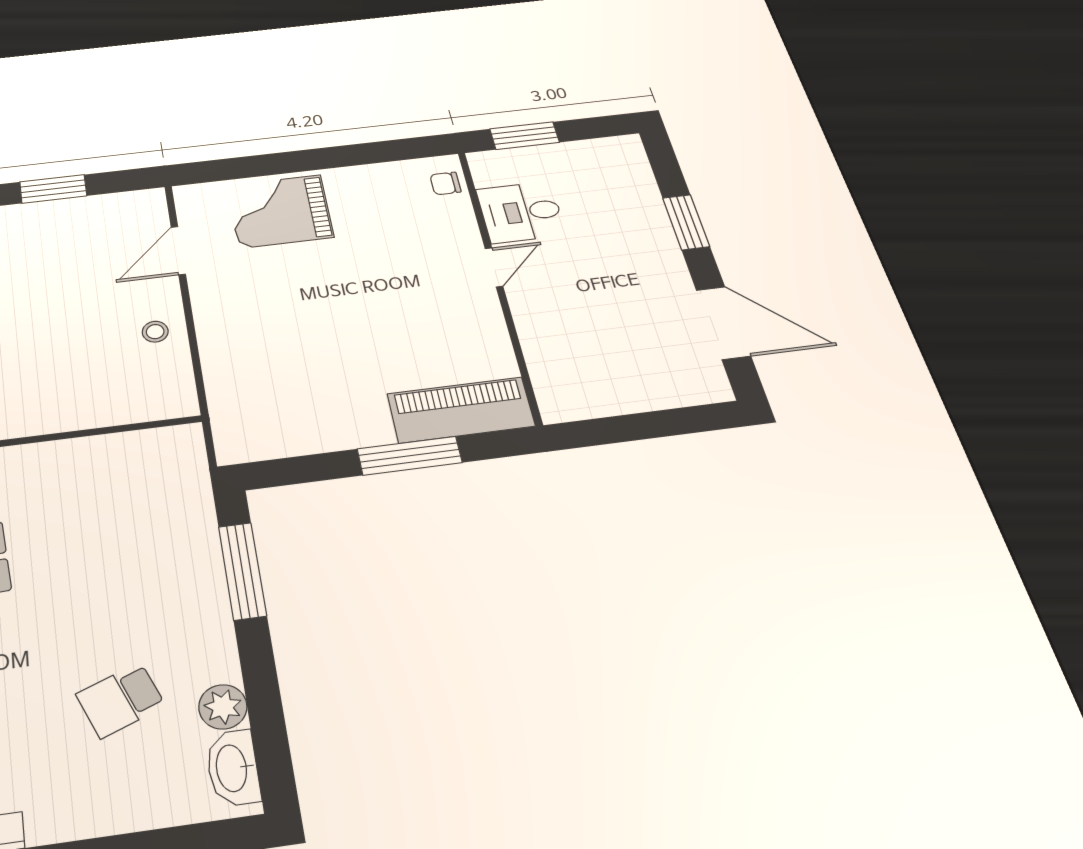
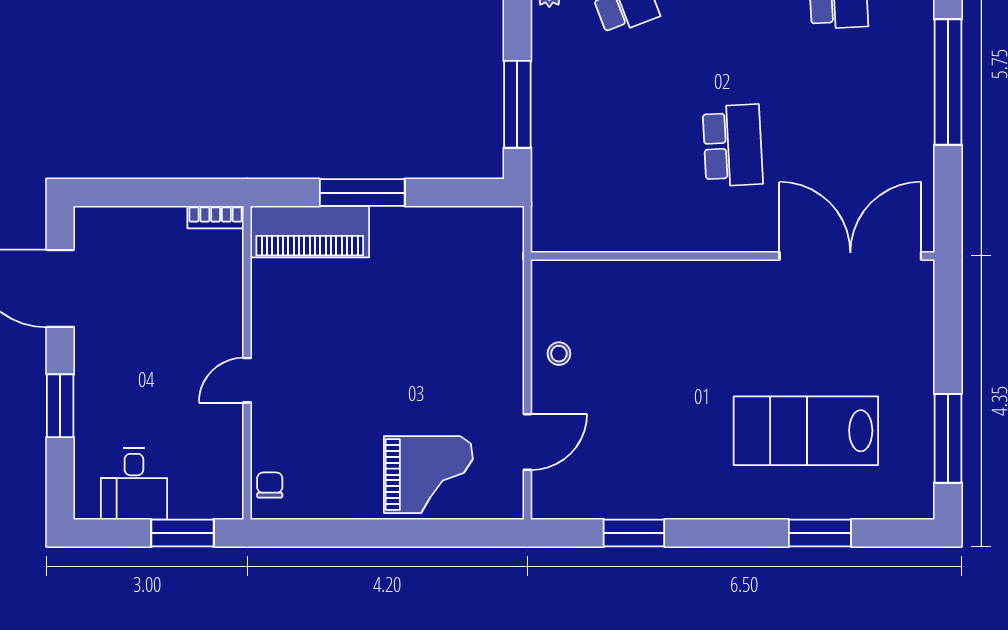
chair: (445, 183) -> (270, 485), turned -90
desk: (521, 212) -> (134, 484), moved, turned 90
bookcase: (572, 410) -> (216, 217), added

